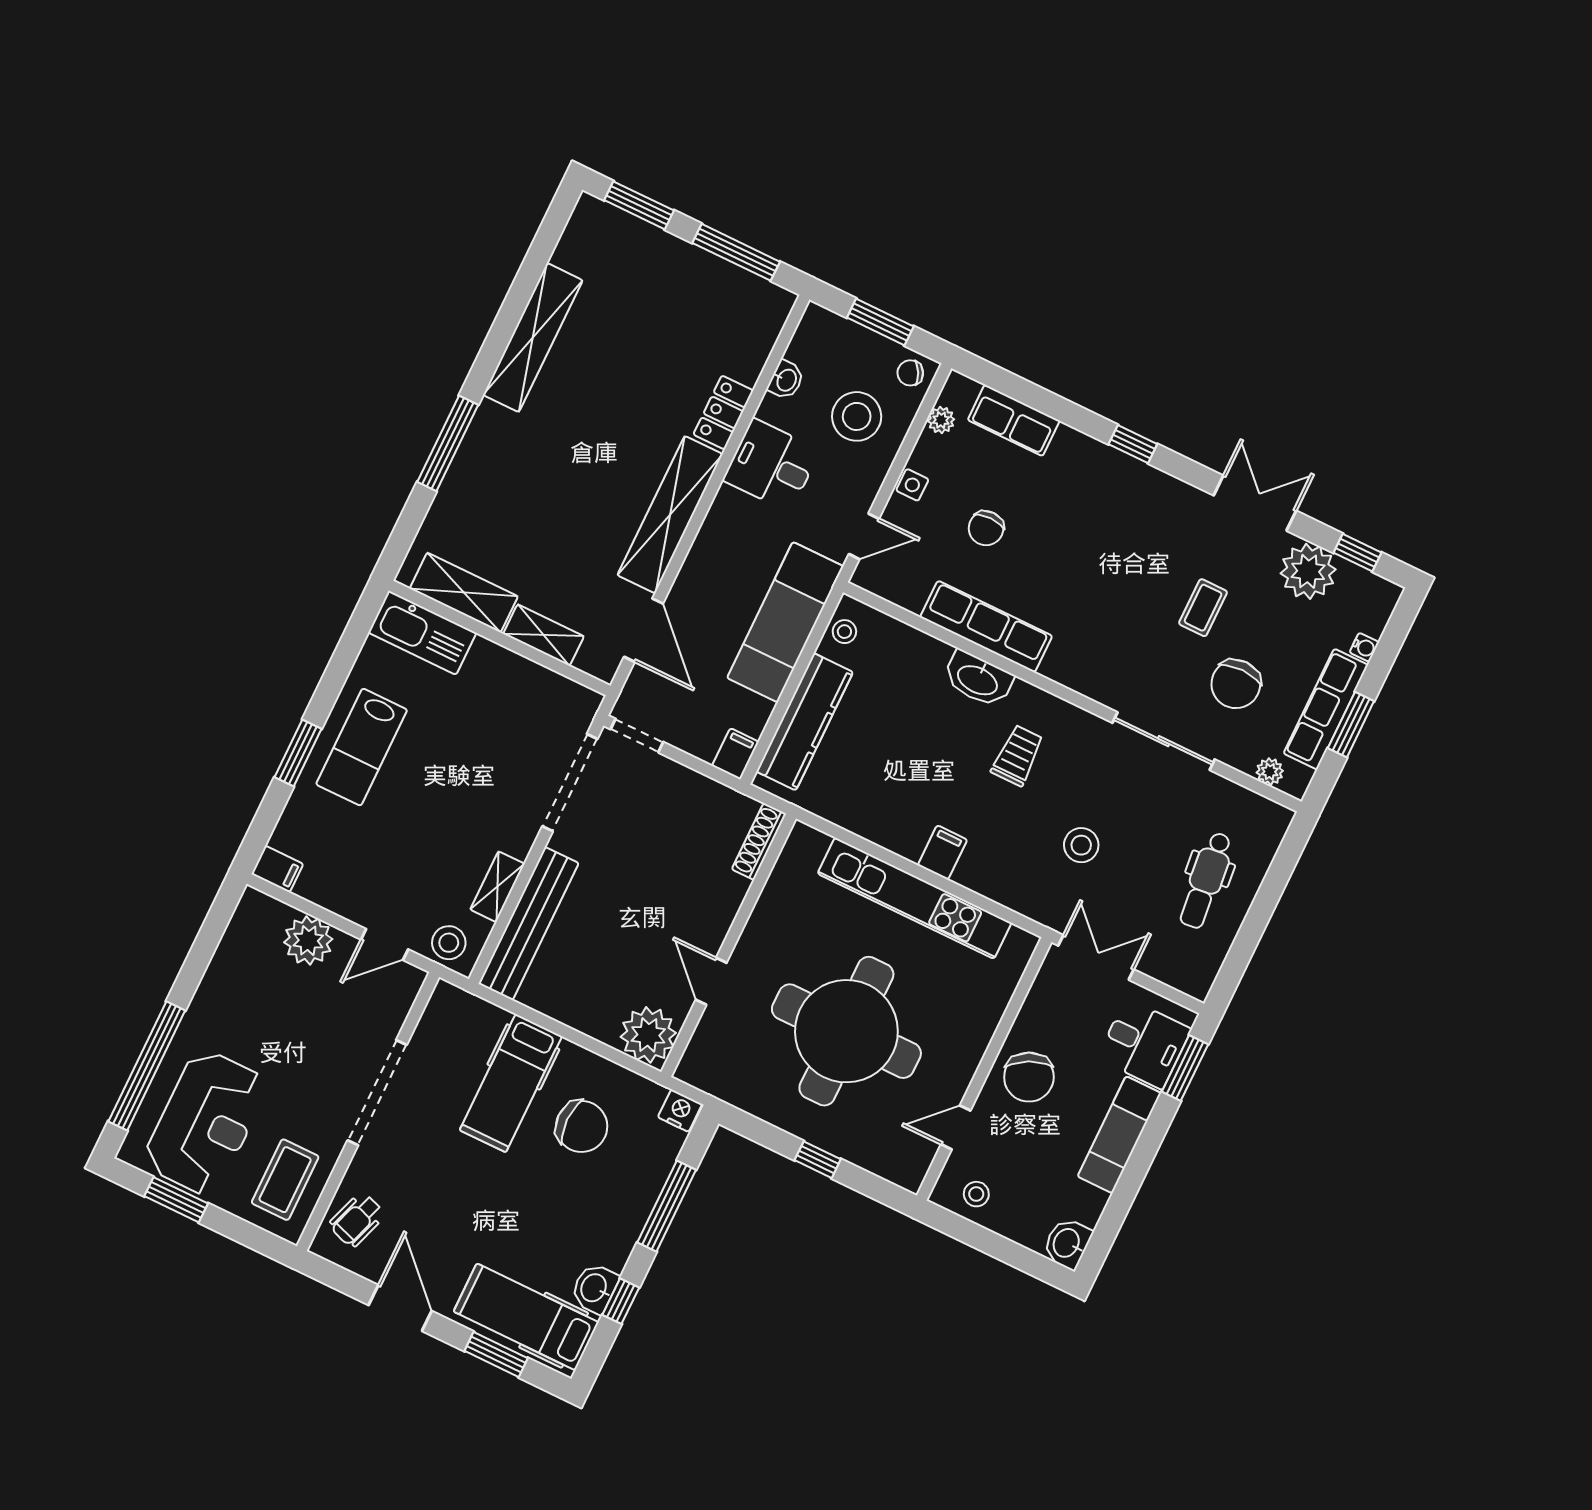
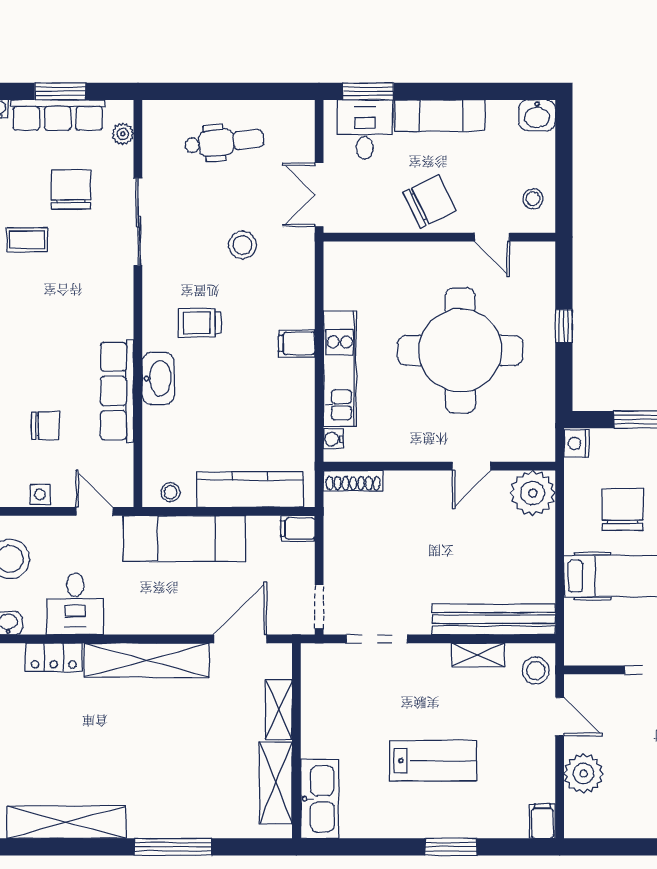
chair: (1236, 684) -> (71, 189), turned -90
lab bench: (362, 747) -> (433, 761), moved
doorway: (570, 783) -> (377, 639), width x0.73
water cooler: (816, 842) -> (333, 439), added
kitchen unit: (915, 898) -> (340, 369), width x0.73

